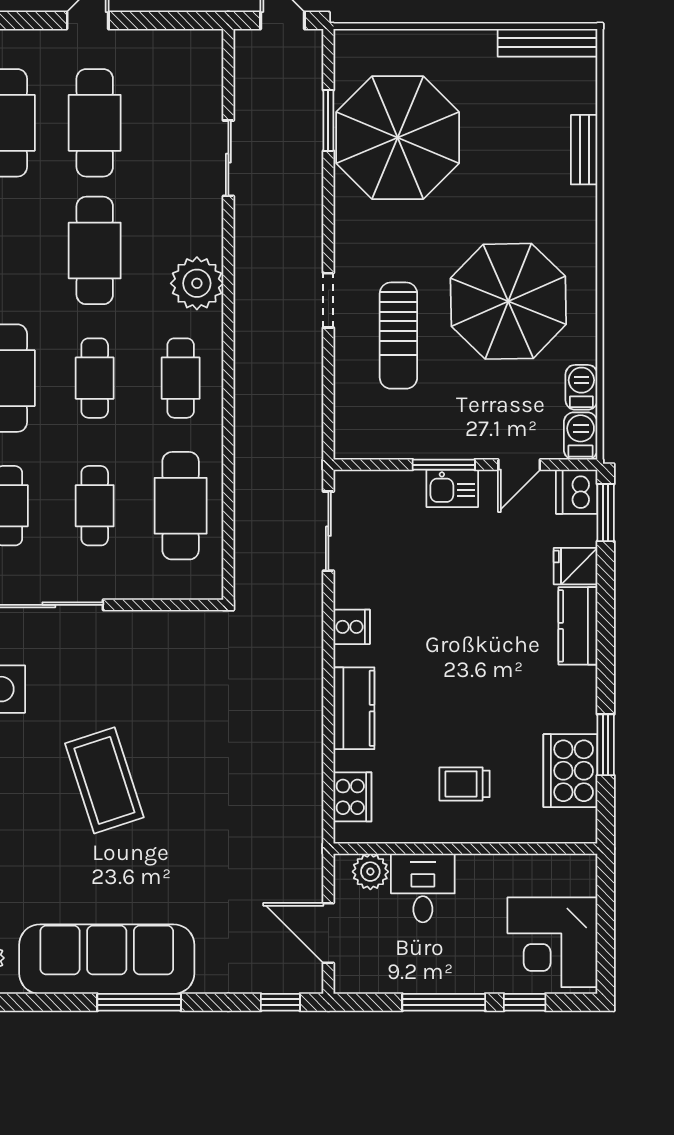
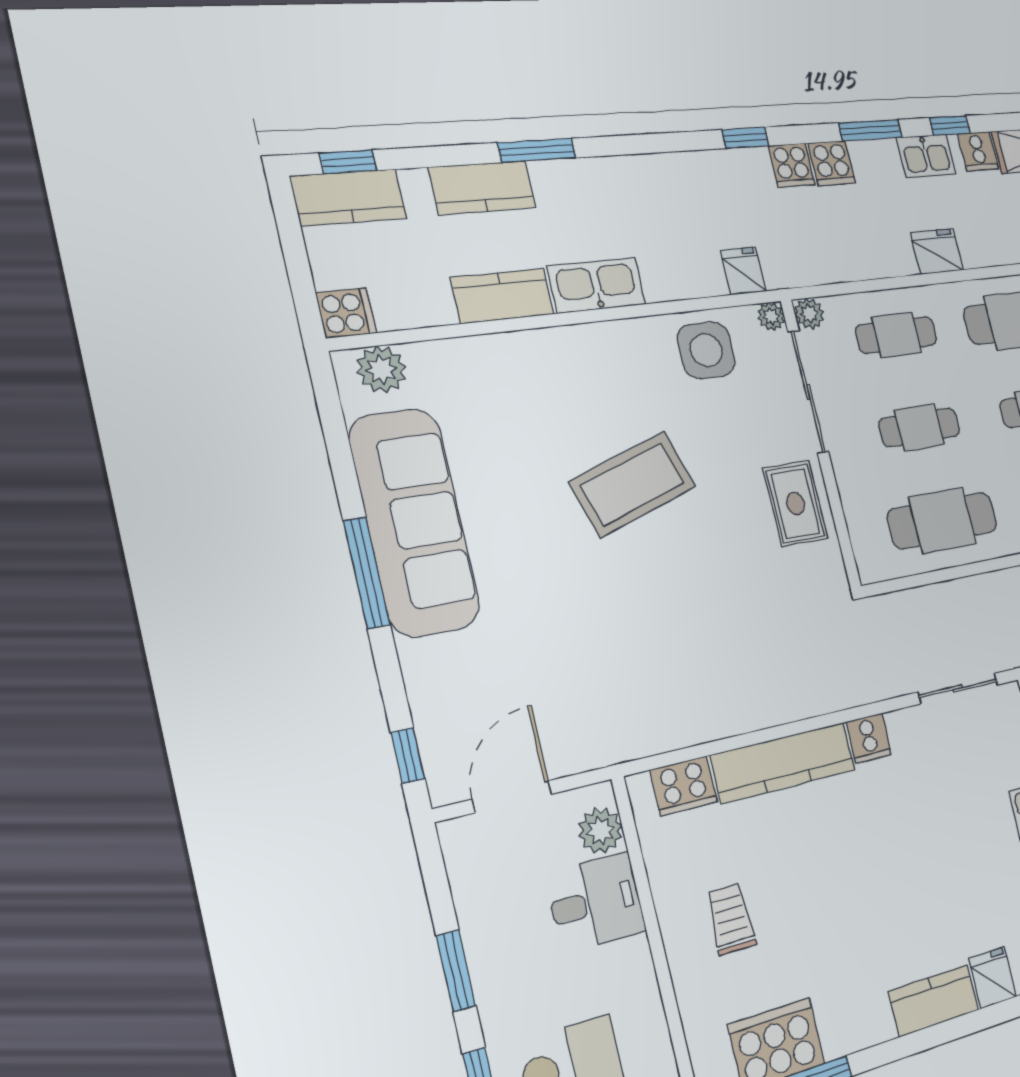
rug: (143, 642) -> (795, 503), added
kitchen counter: (354, 708) -> (783, 763), width x1.50
window: (444, 1002) -> (456, 971), width x0.69

